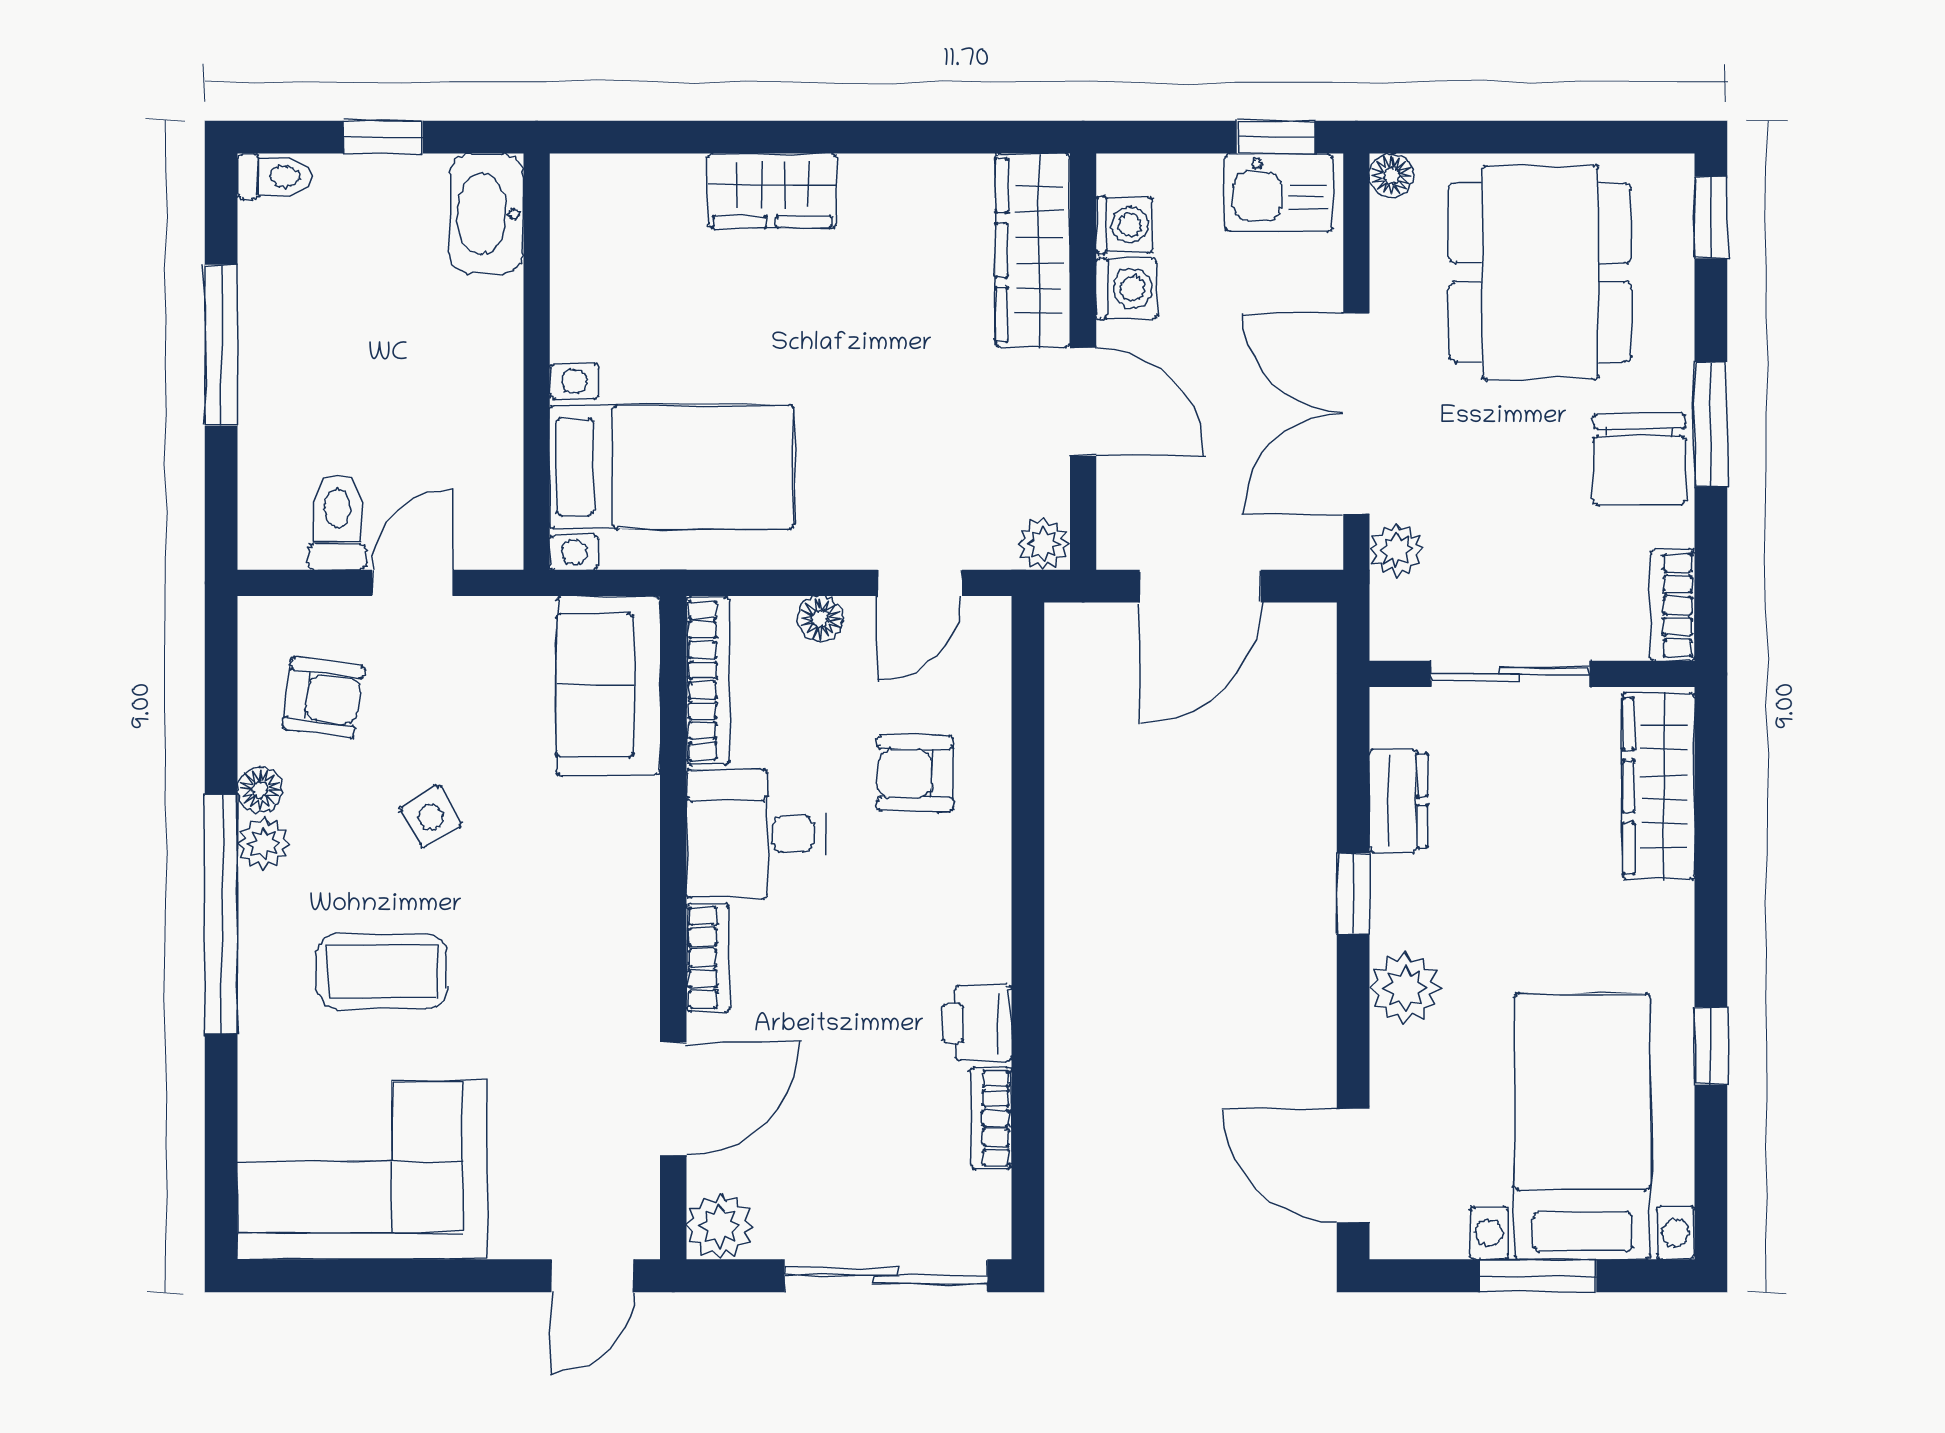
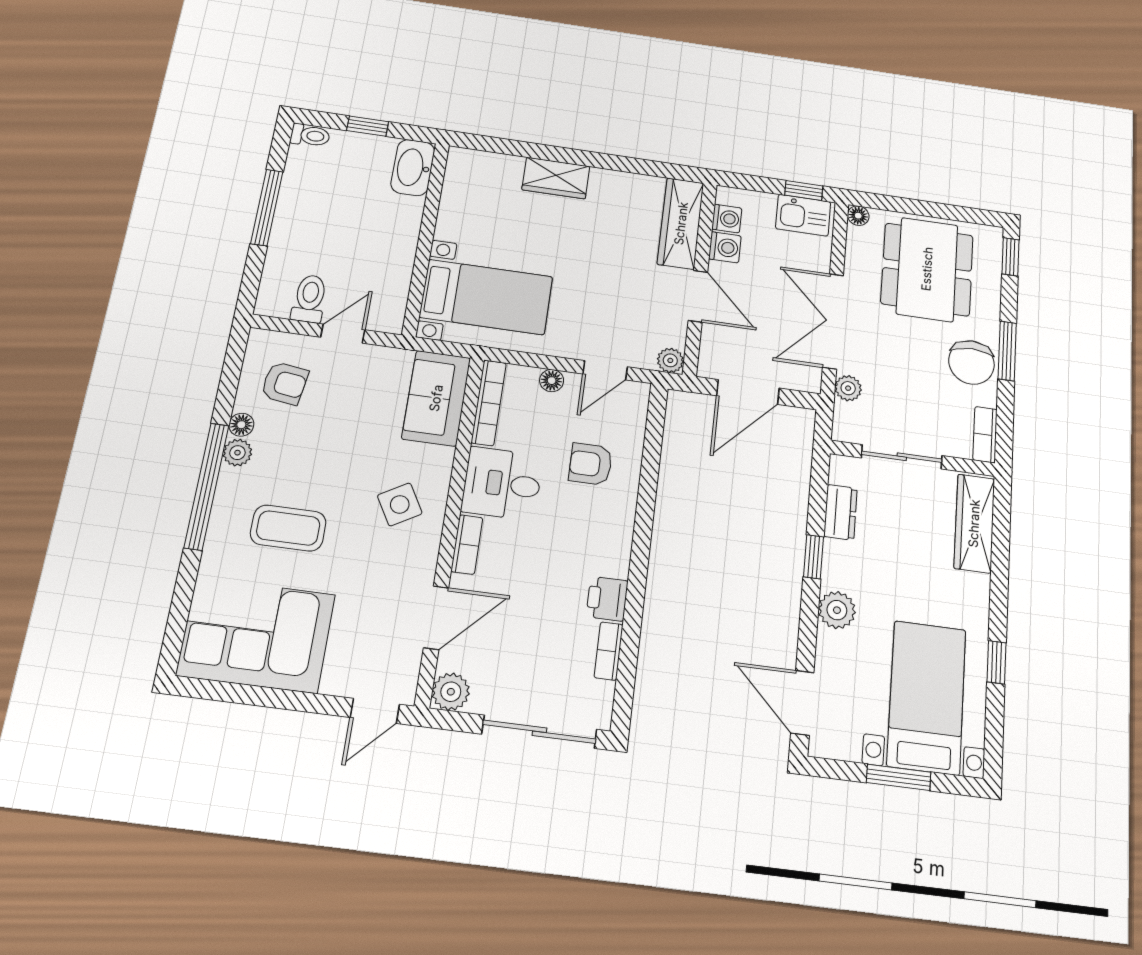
side table: (431, 817) -> (400, 504), moved, width x1.37, depth x1.37

